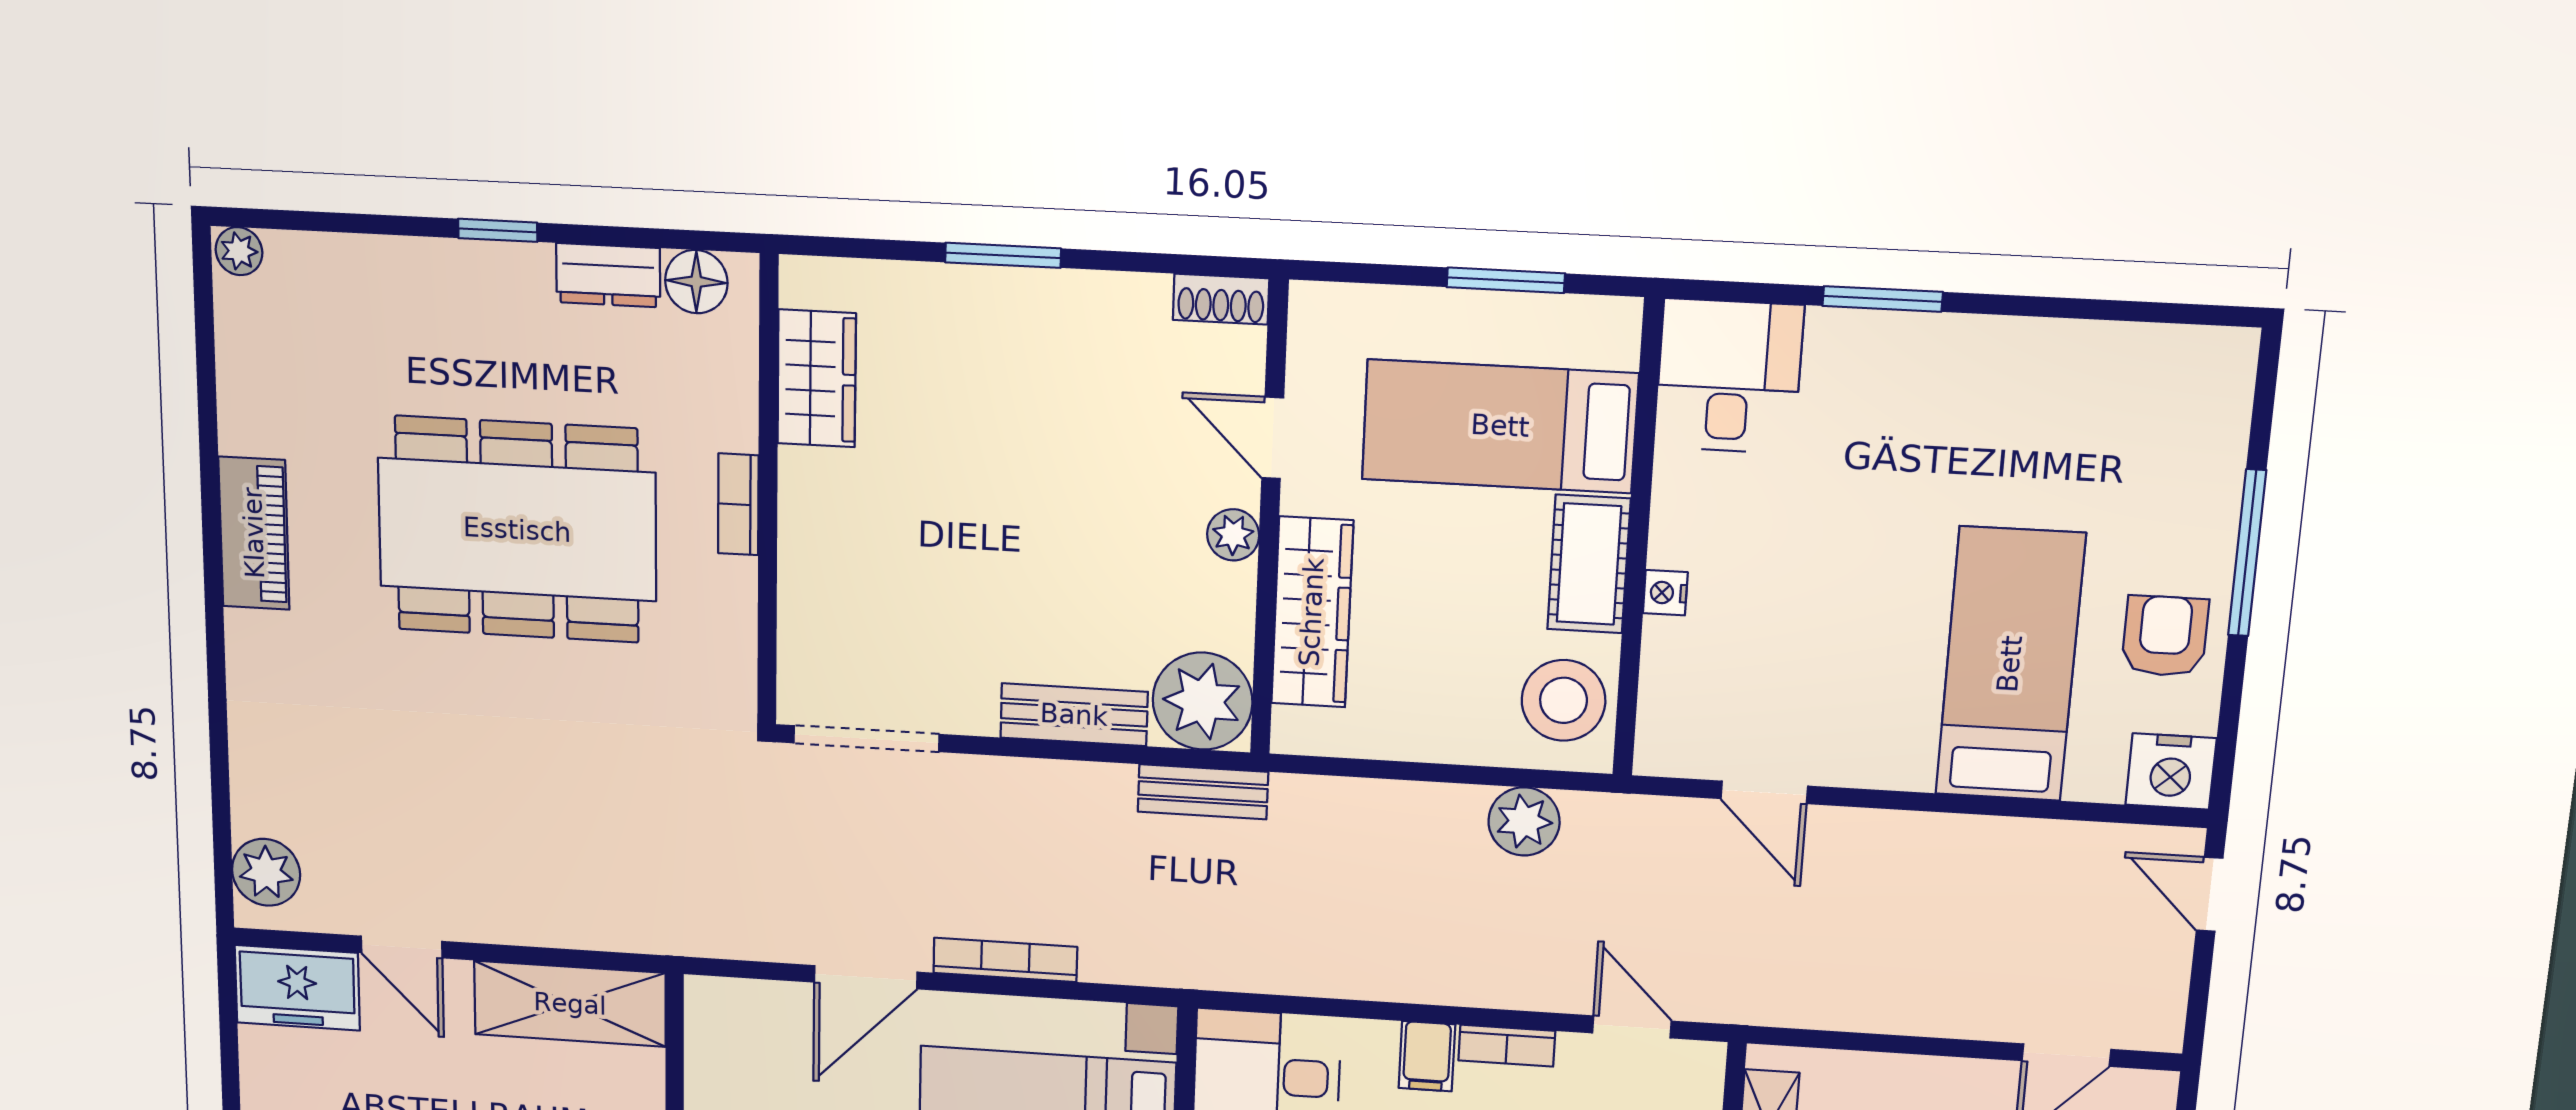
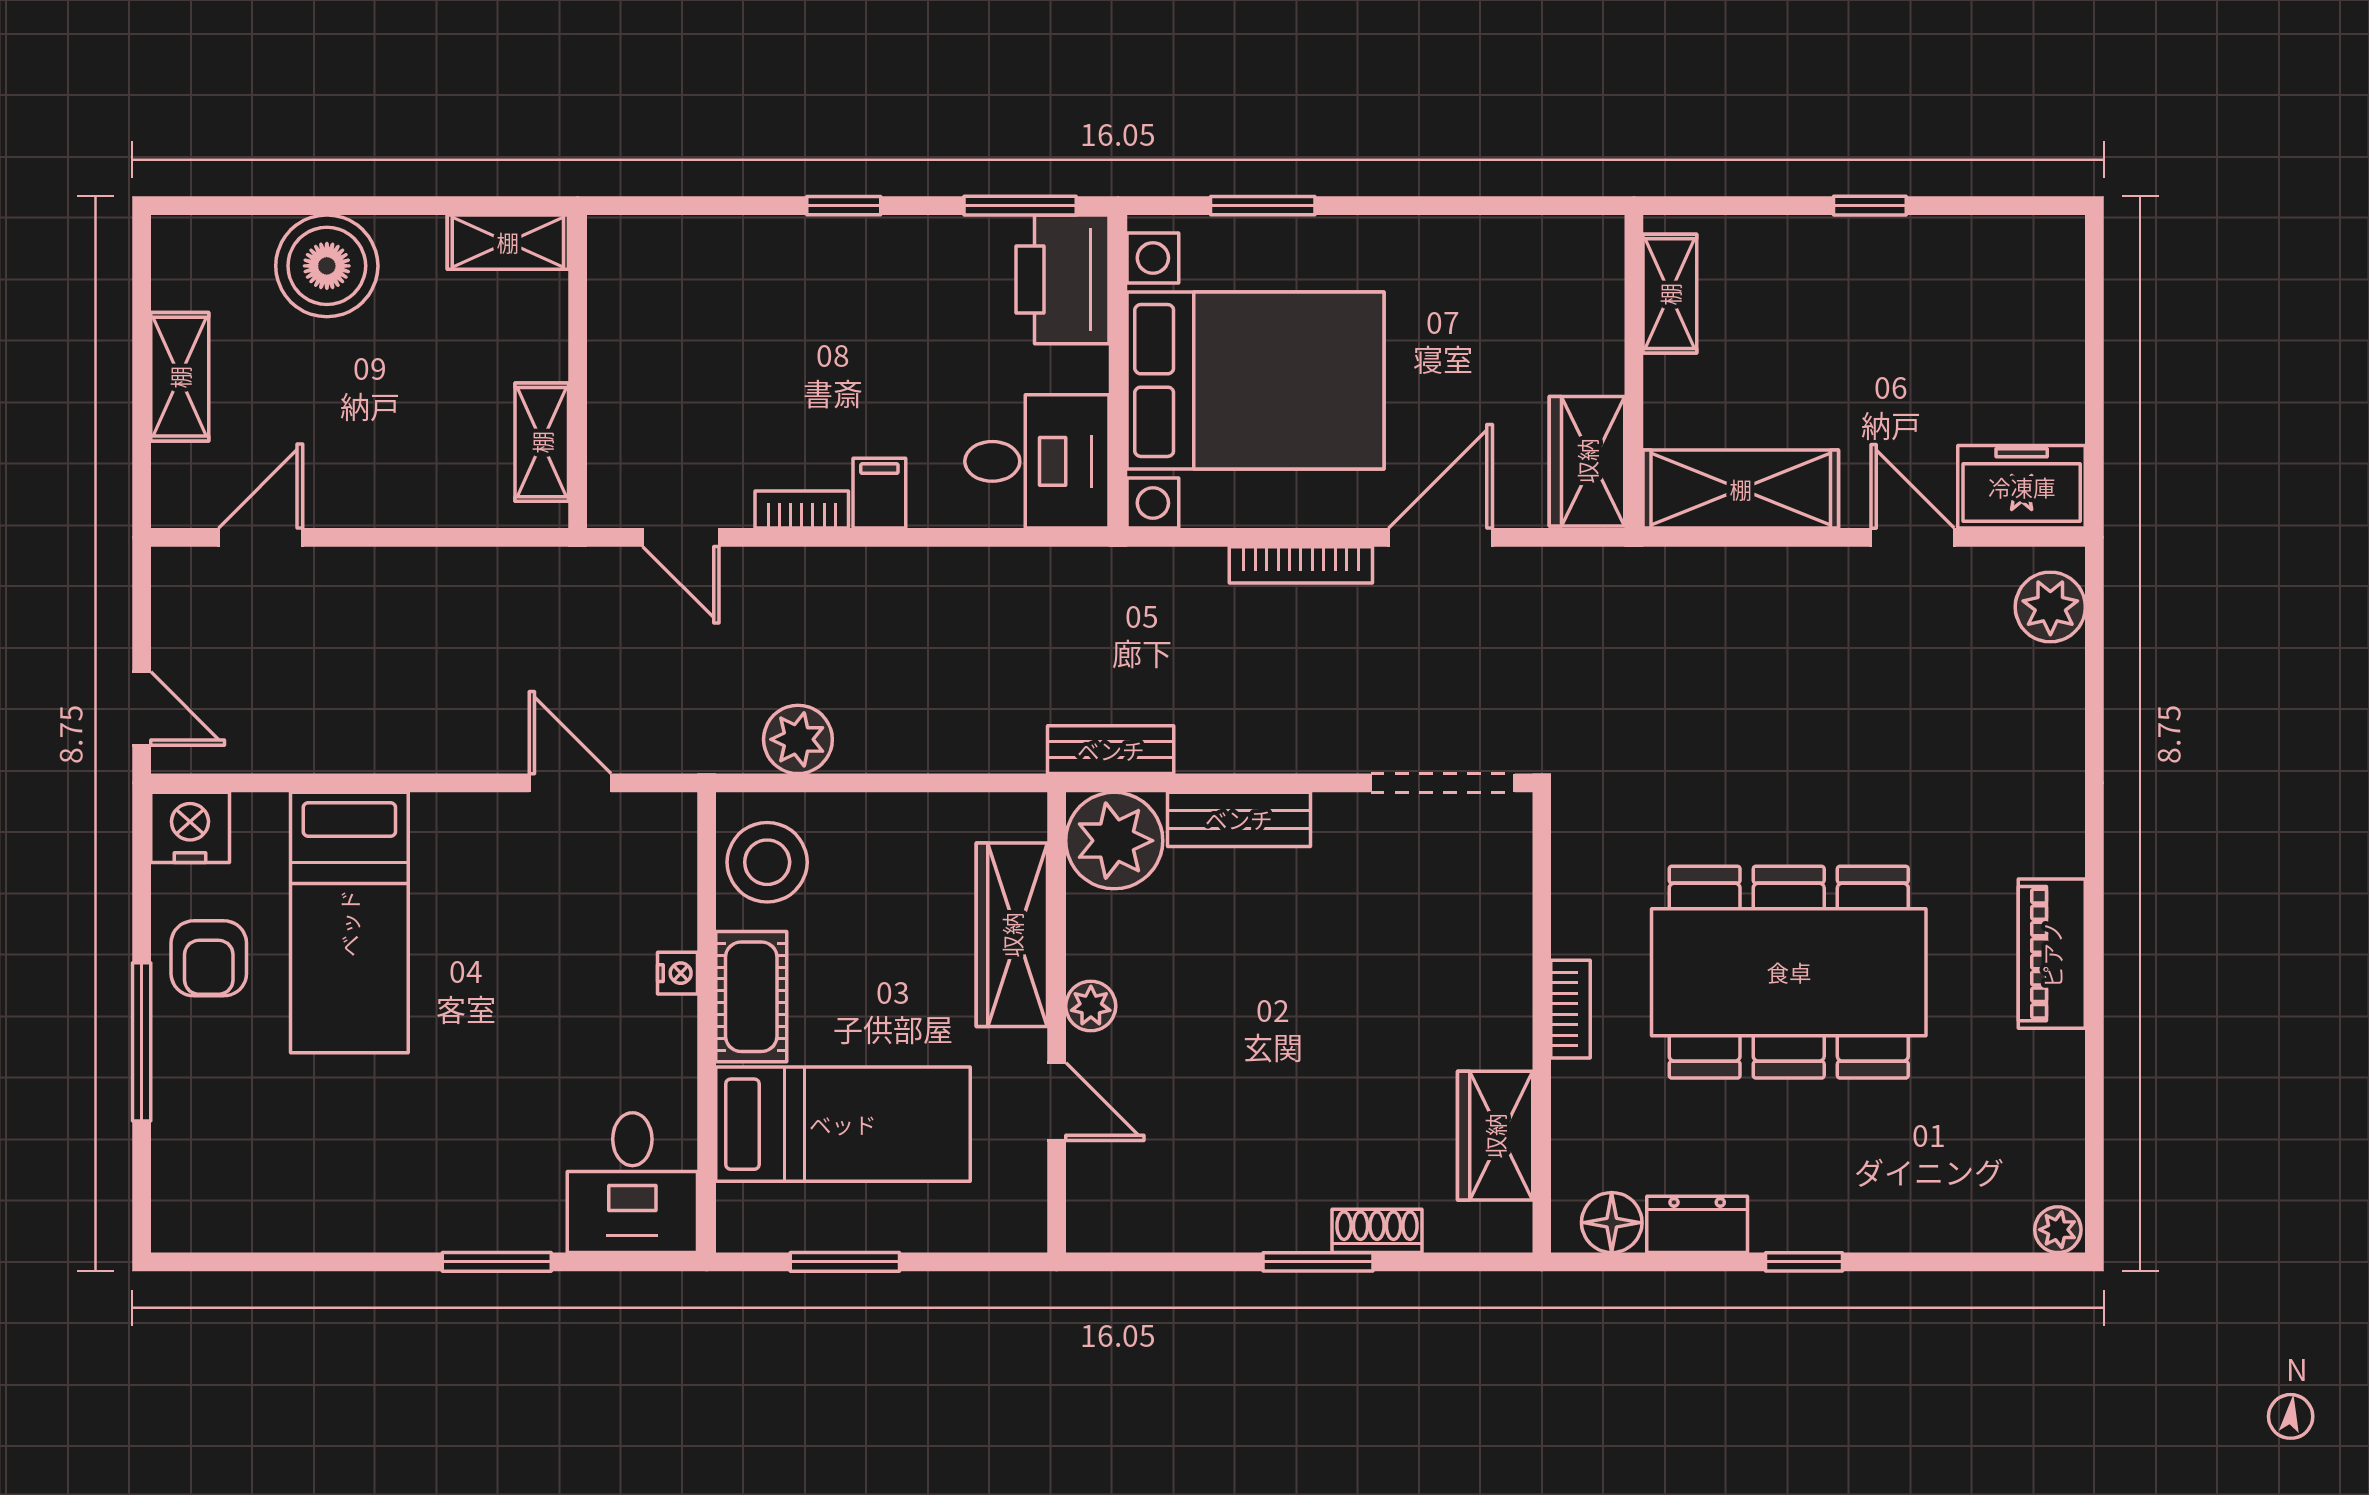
shoe rack: (1221, 299) -> (1377, 1231), moved
wardrobe: (721, 1040) -> (1587, 461), added

